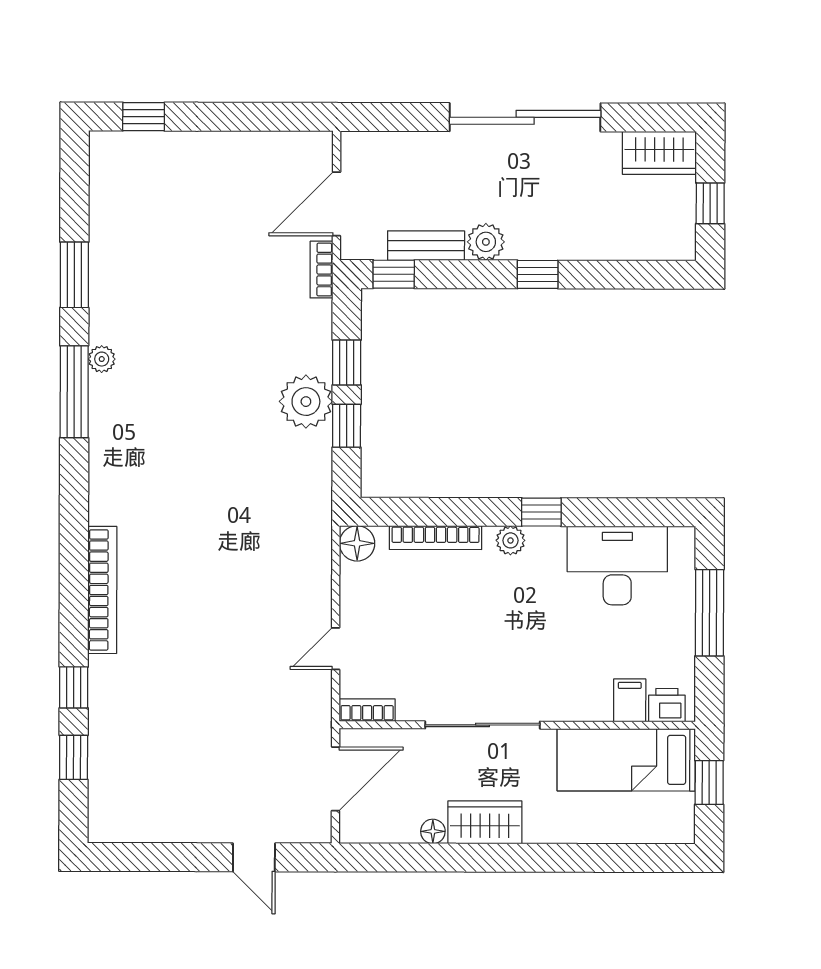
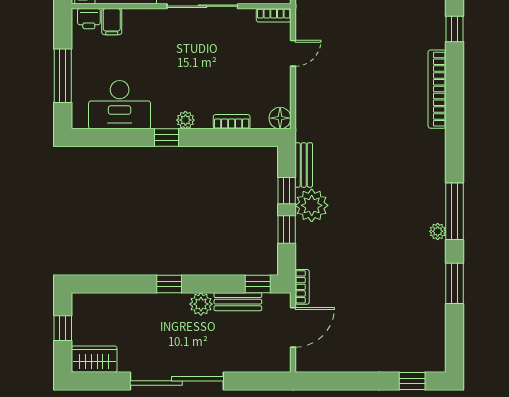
bench: (319, 467) -> (304, 165), added
bookcase: (436, 538) -> (232, 122), width x0.64

